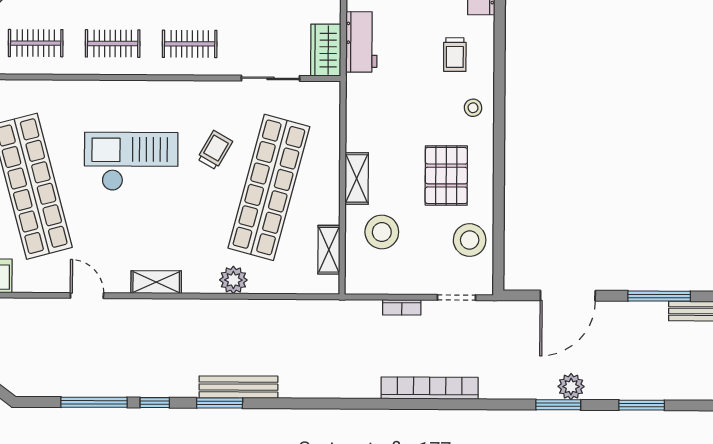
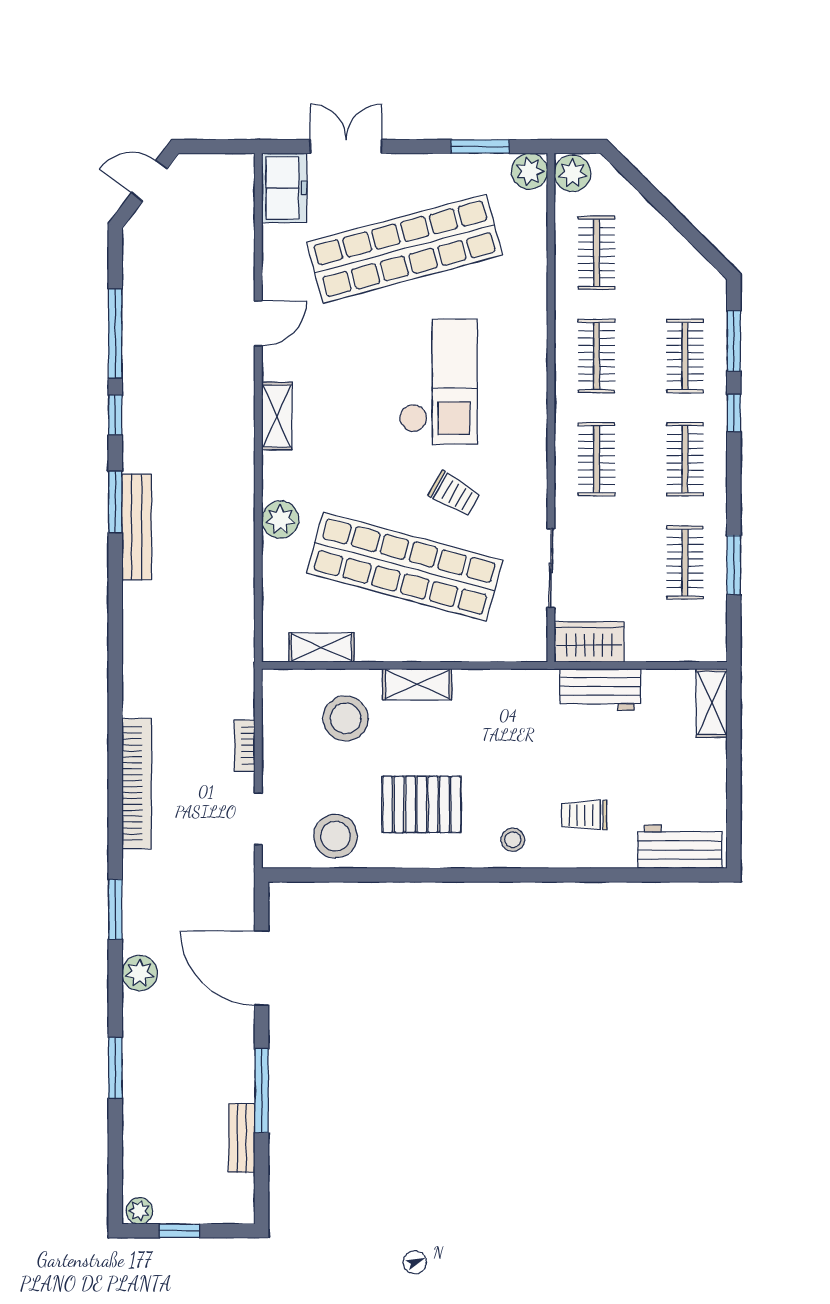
window: (558, 405) -> (115, 909), moved

